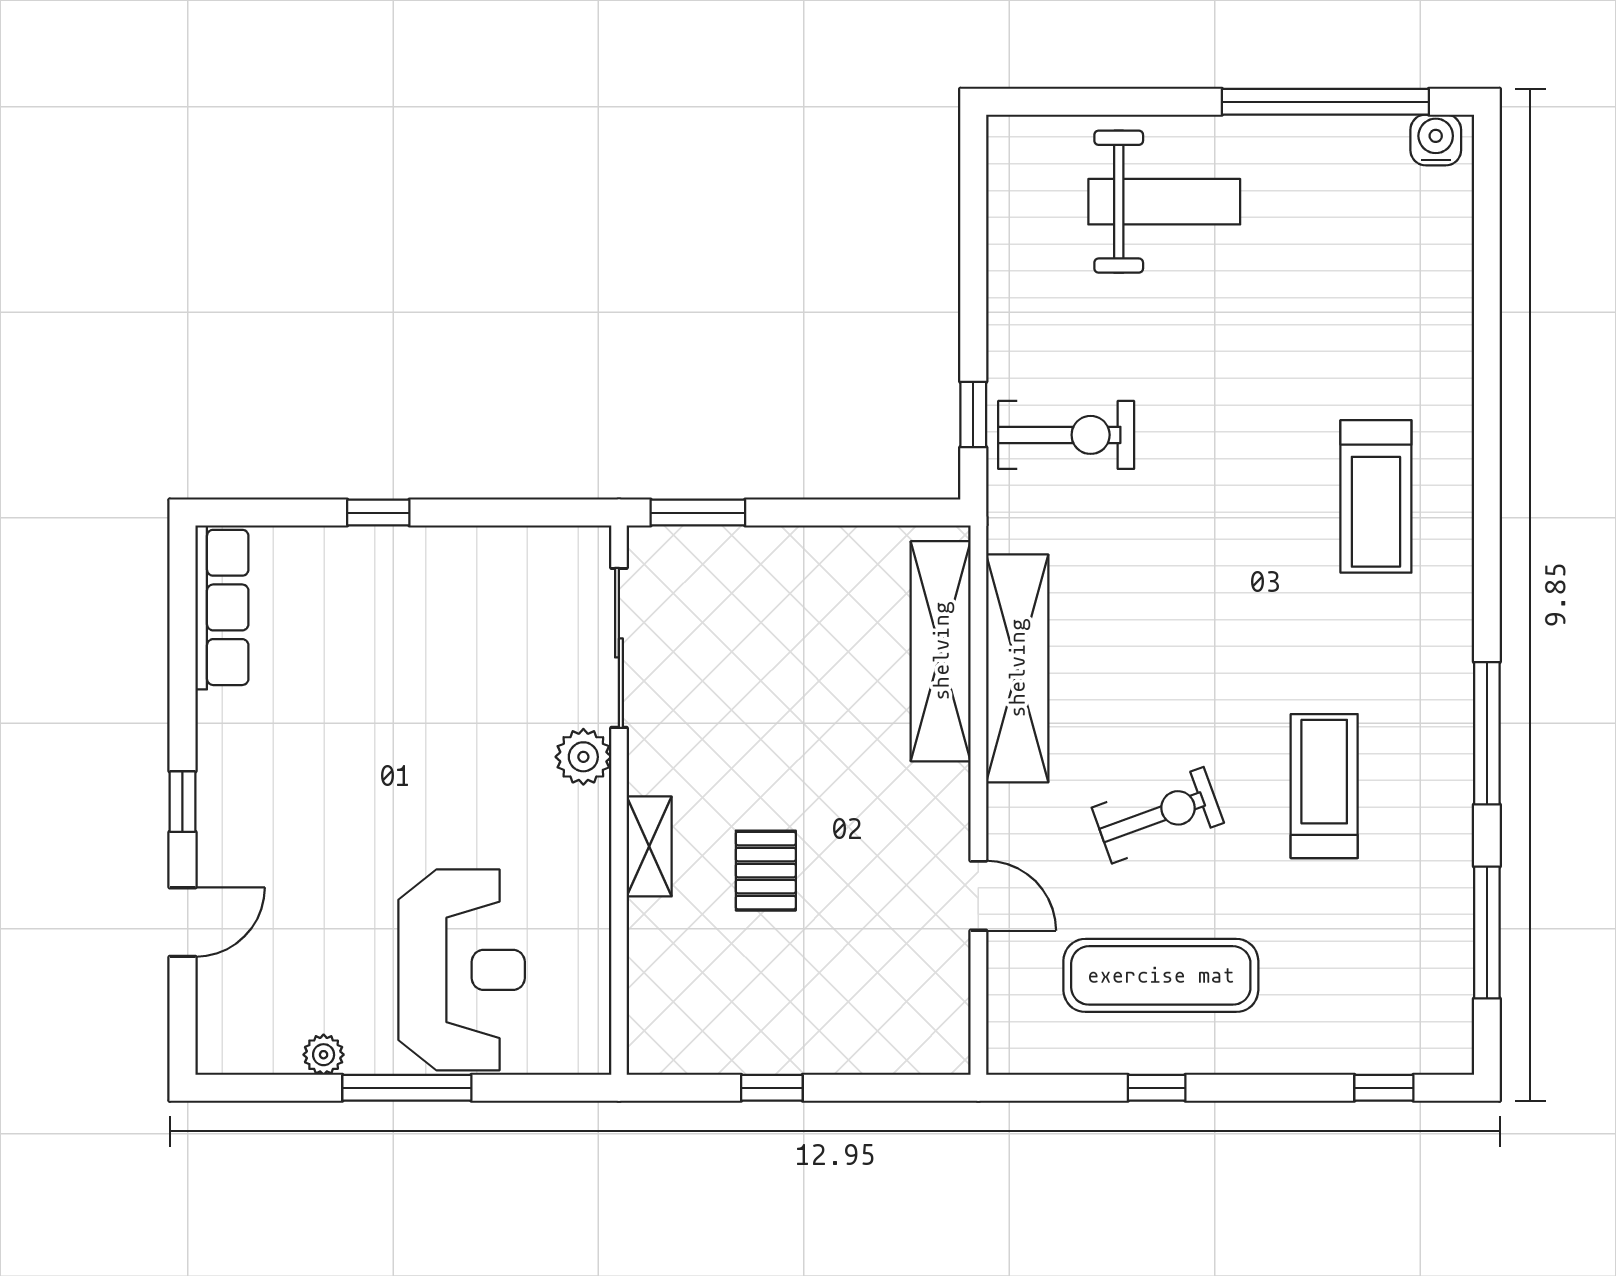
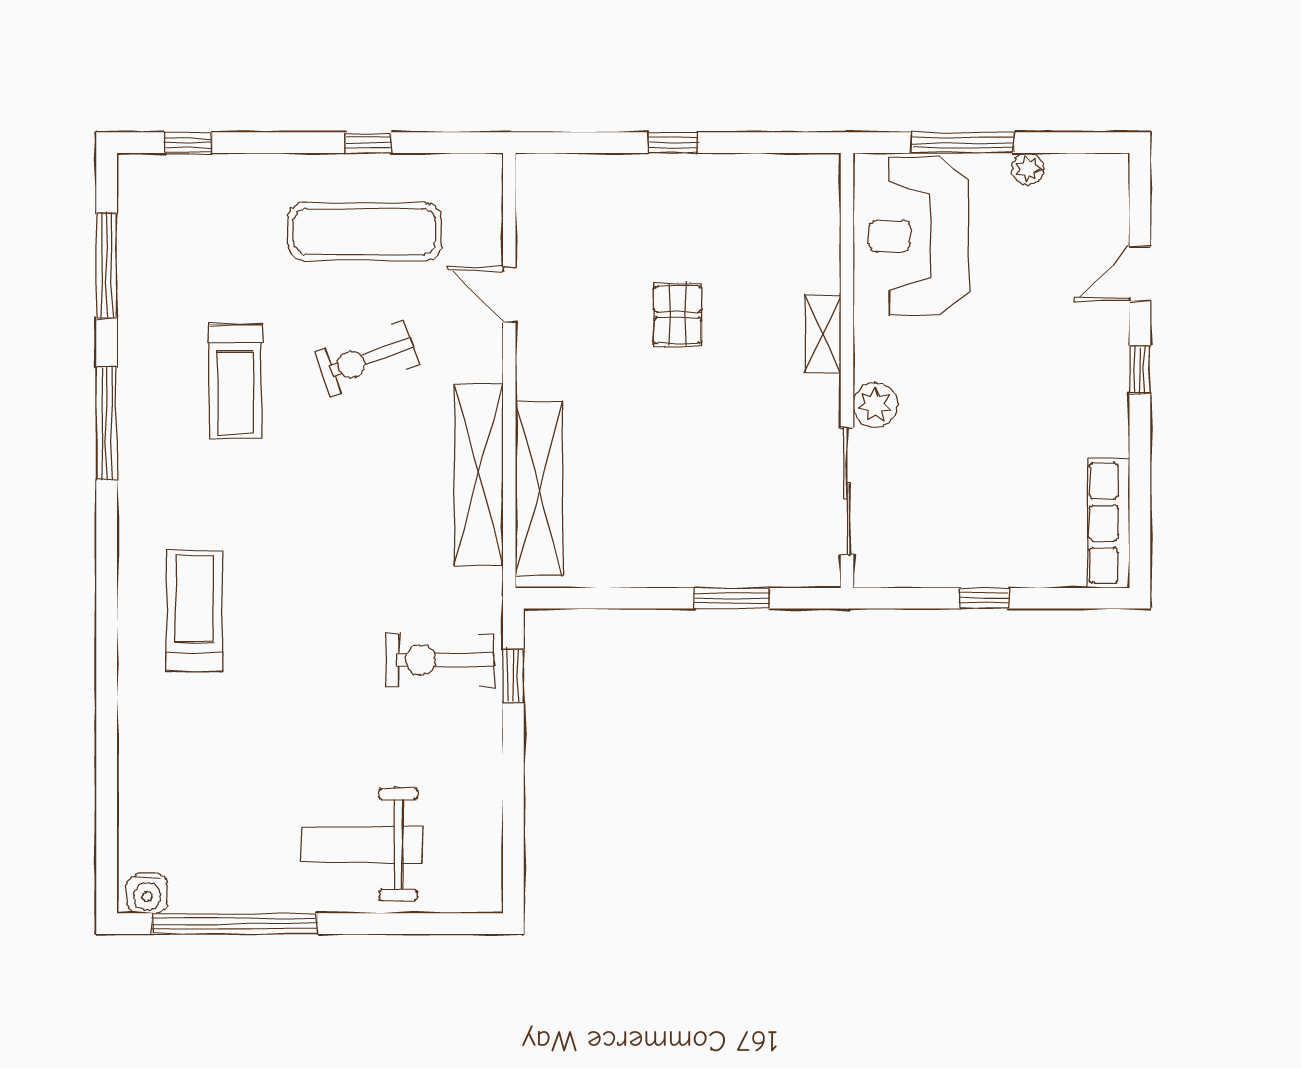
sliding door: (619, 648) -> (847, 491), moved
plant: (583, 757) -> (875, 405), moved
wall: (619, 800) -> (847, 370), moved
shelving: (649, 846) -> (823, 334), moved

